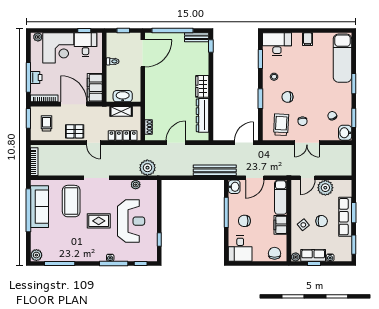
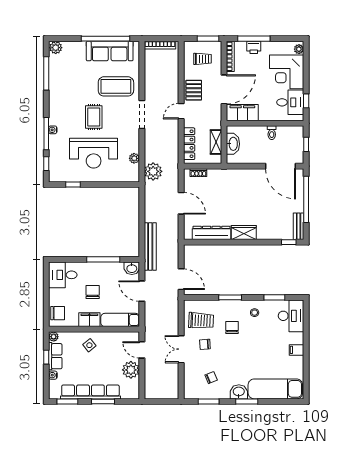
washbasin: (345, 133) -> (239, 392), moved
row of seats: (345, 217) -> (90, 392), width x1.36
chair: (244, 221) -> (93, 292), moved
chair: (322, 221) -> (94, 366), removed

